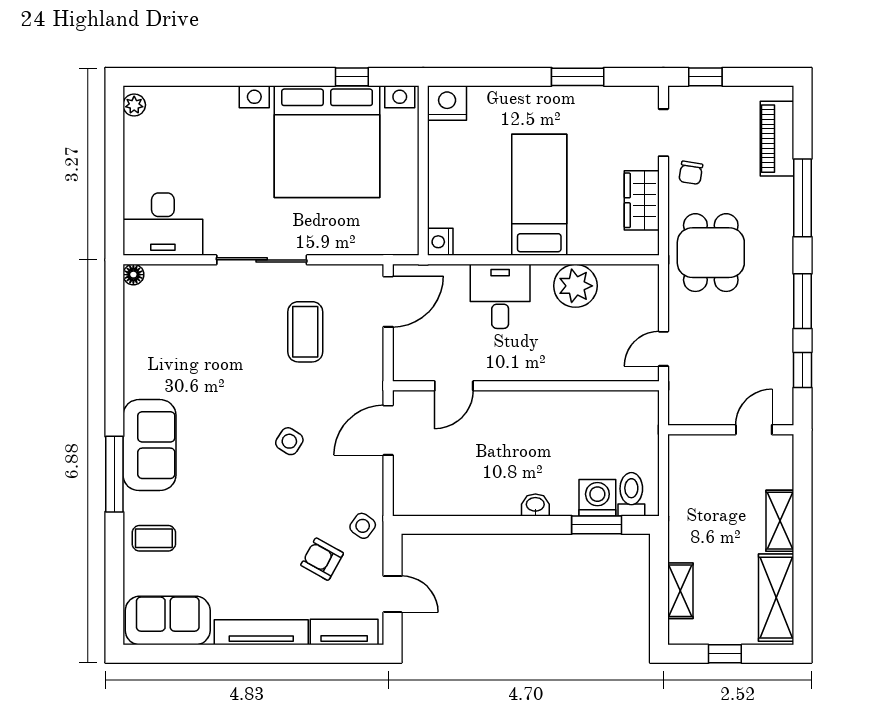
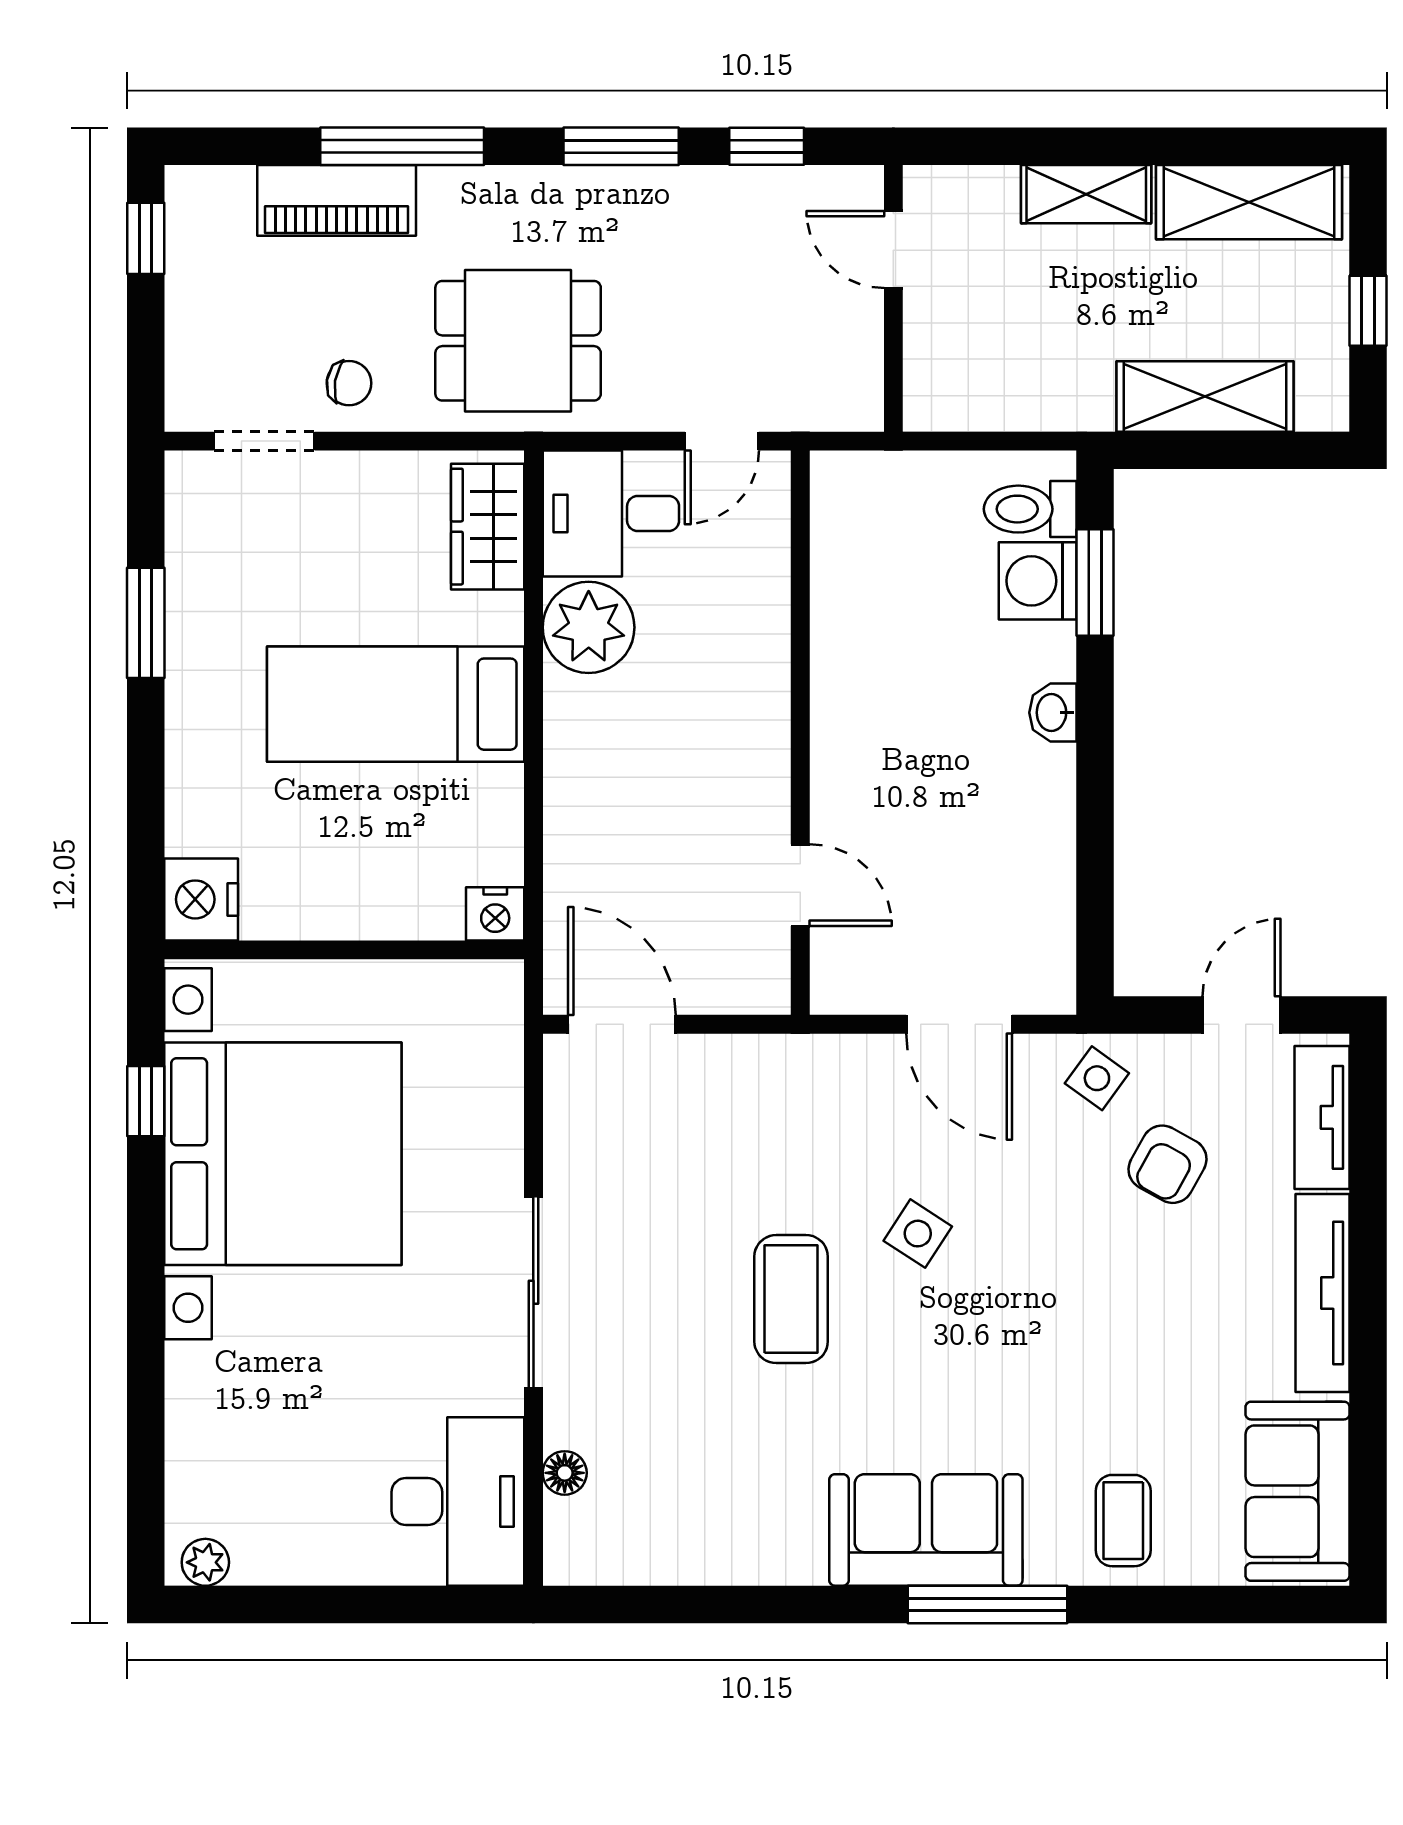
window: (705, 77) -> (146, 238), moved
piano: (777, 139) -> (337, 200), moved
wardrobe: (642, 200) -> (488, 527), moved, turned 90
floor lamp: (133, 275) -> (565, 1473), moved
desk: (500, 296) -> (611, 514), moved
coffee table: (305, 332) -> (791, 1299), moved, turned 90
door: (663, 349) -> (722, 441), hinge flipped
door: (388, 430) -> (959, 1024), moved
shelving: (680, 591) -> (1205, 396), width x1.50, depth x1.33

